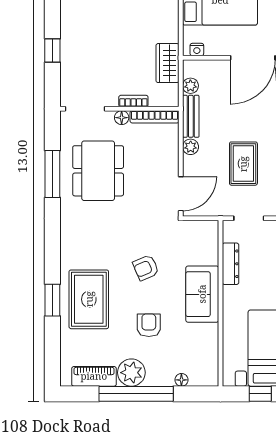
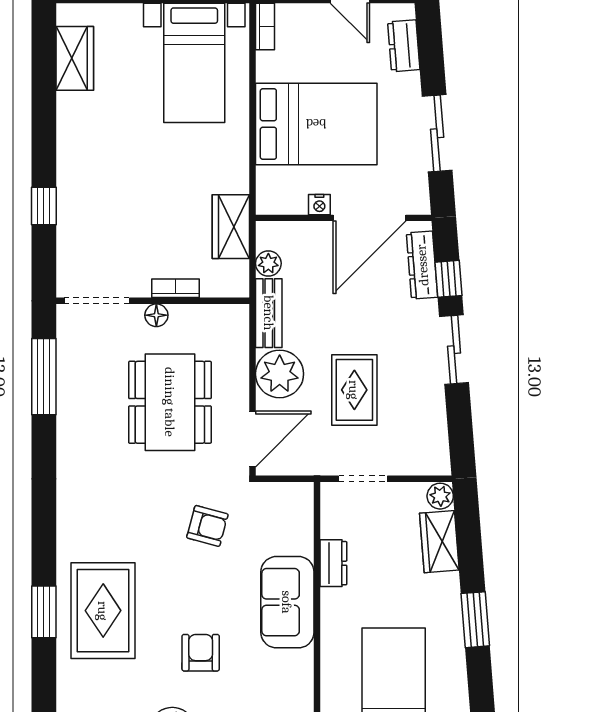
nightstand: (197, 50) -> (319, 205), moved
bookcase: (155, 117) -> (210, 314), removed
plant: (191, 147) -> (280, 374), width x1.88, depth x1.88
dining table: (98, 171) -> (170, 402), moved
window: (52, 174) -> (44, 377), moved
dresser: (230, 264) -> (333, 563), width x0.70
armchair: (146, 268) -> (207, 526), moved, turned -142

